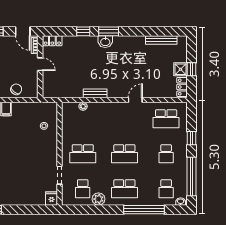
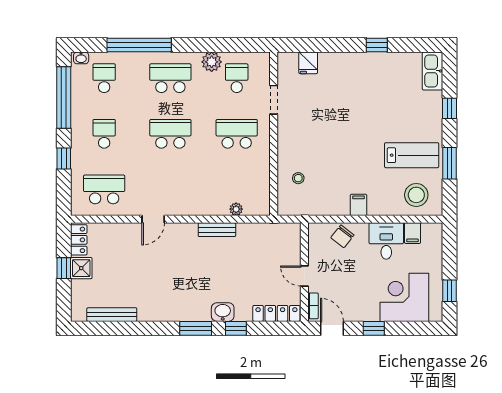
locker: (52, 41) -> (276, 313), width x1.53
washbasin: (105, 42) -> (223, 312), moved
fridge: (52, 198) -> (308, 63), moved

